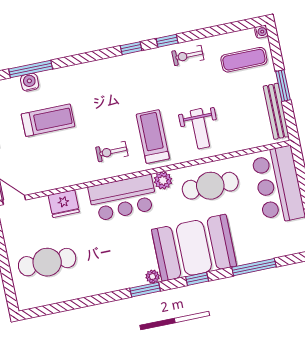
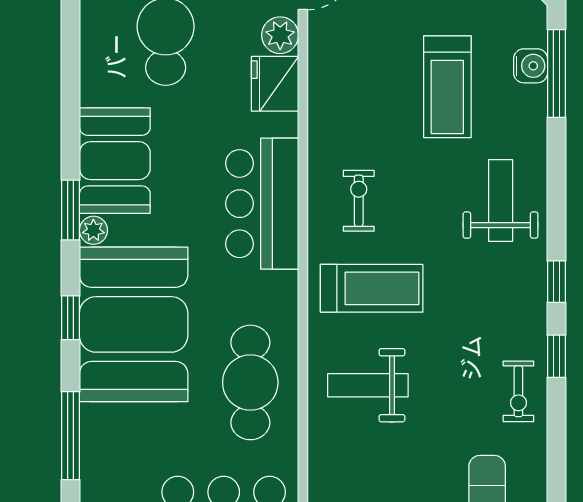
exercise bike: (188, 55) -> (518, 391), turned 180
weight bench: (98, 83) -> (501, 201), added
plant: (163, 181) -> (280, 35), moved
booth: (117, 273) -> (115, 161), added

